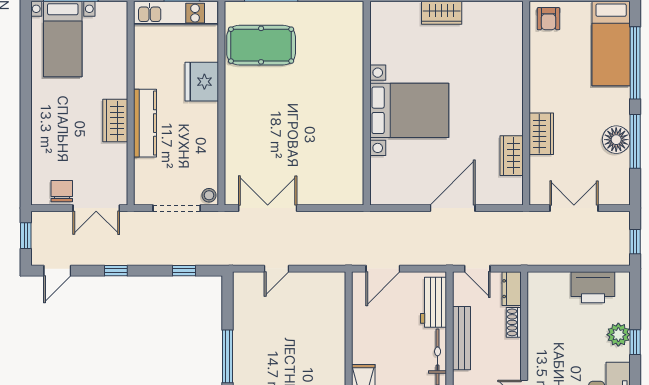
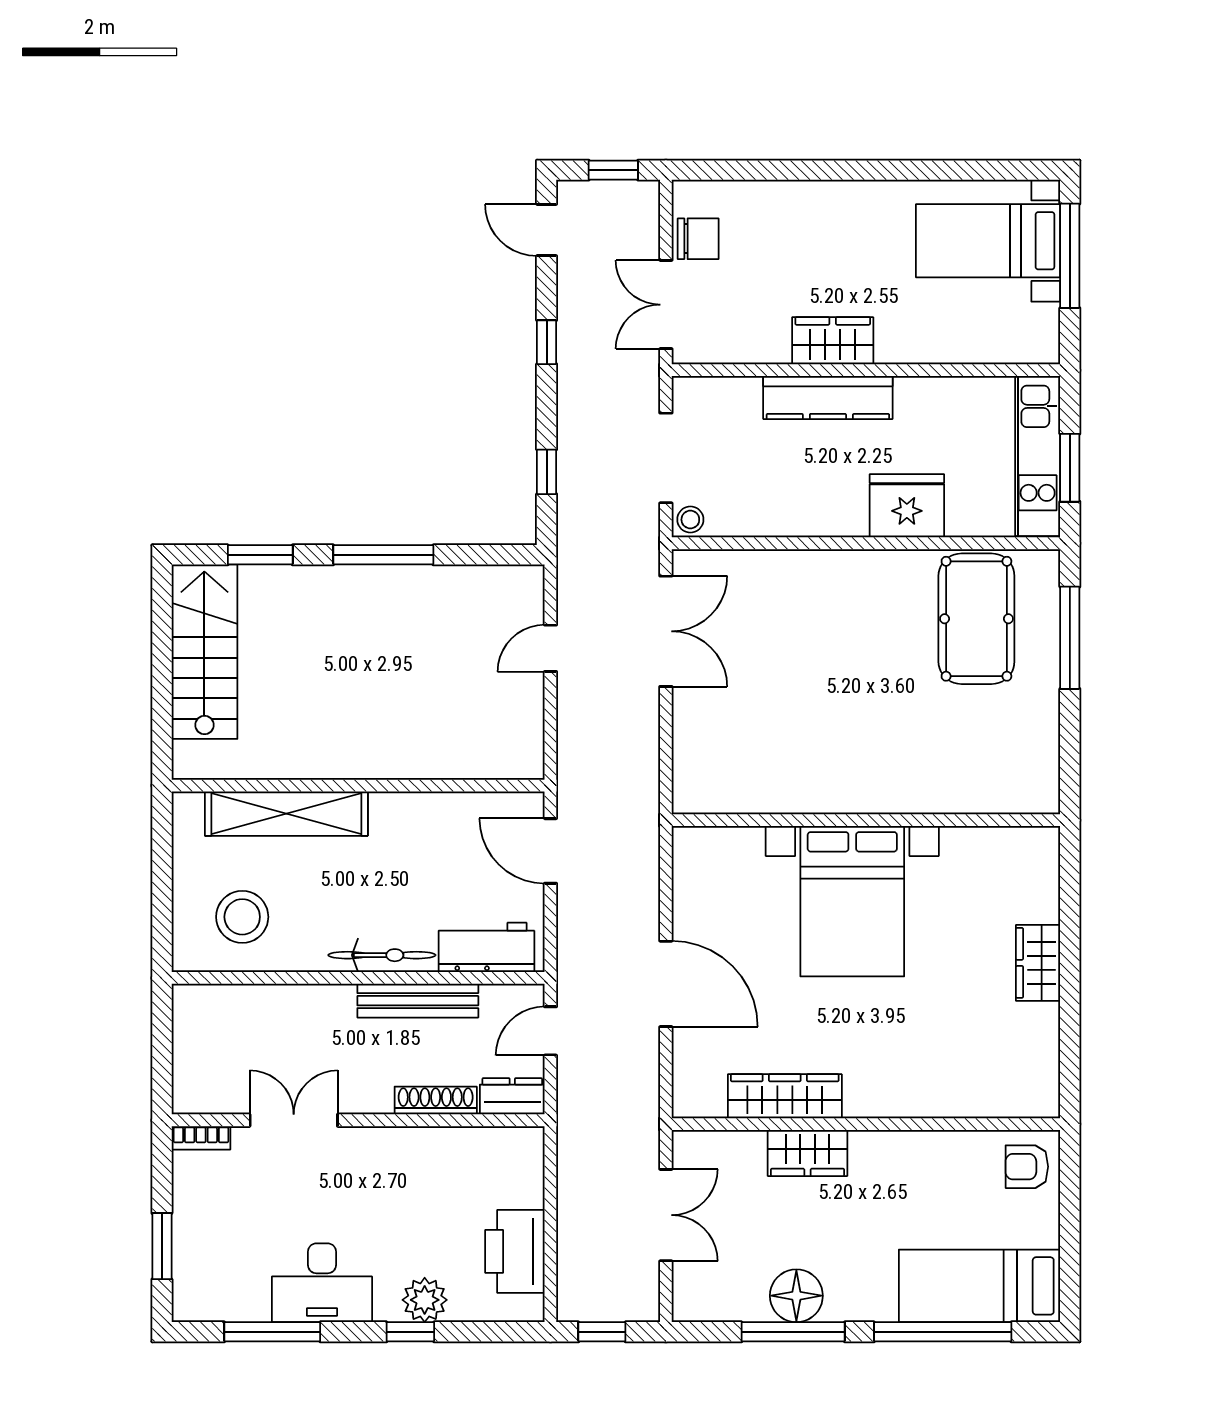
wardrobe: (512, 156) -> (785, 1096), width x1.50
door: (277, 269) -> (550, 648), hinge flipped
shoe rack: (514, 322) -> (436, 1101), width x1.43

